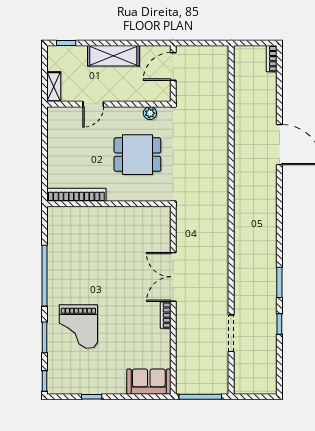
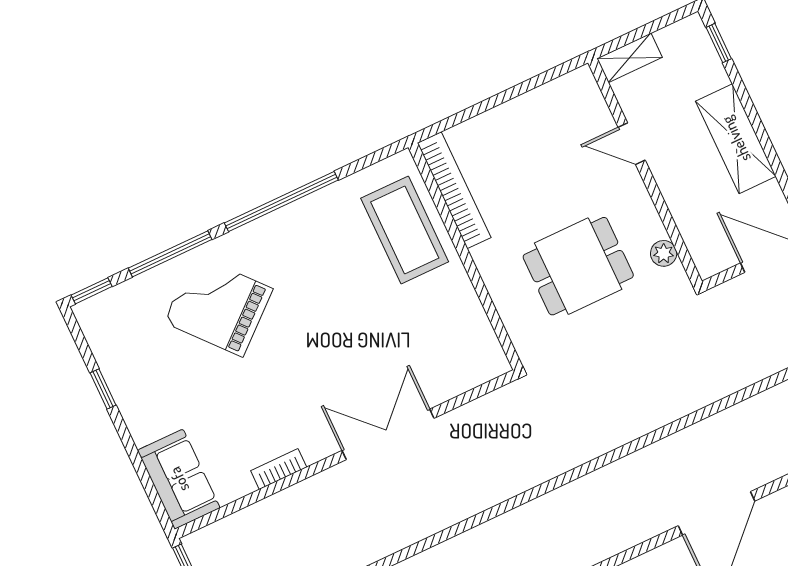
dining table: (137, 155) -> (578, 266), turned 90
coffee table: (84, 226) -> (405, 230), added
bookcase: (166, 315) -> (279, 469), moved
grand piano: (78, 327) -> (218, 306), turned 49
window: (45, 337) -> (170, 254), width x1.44

